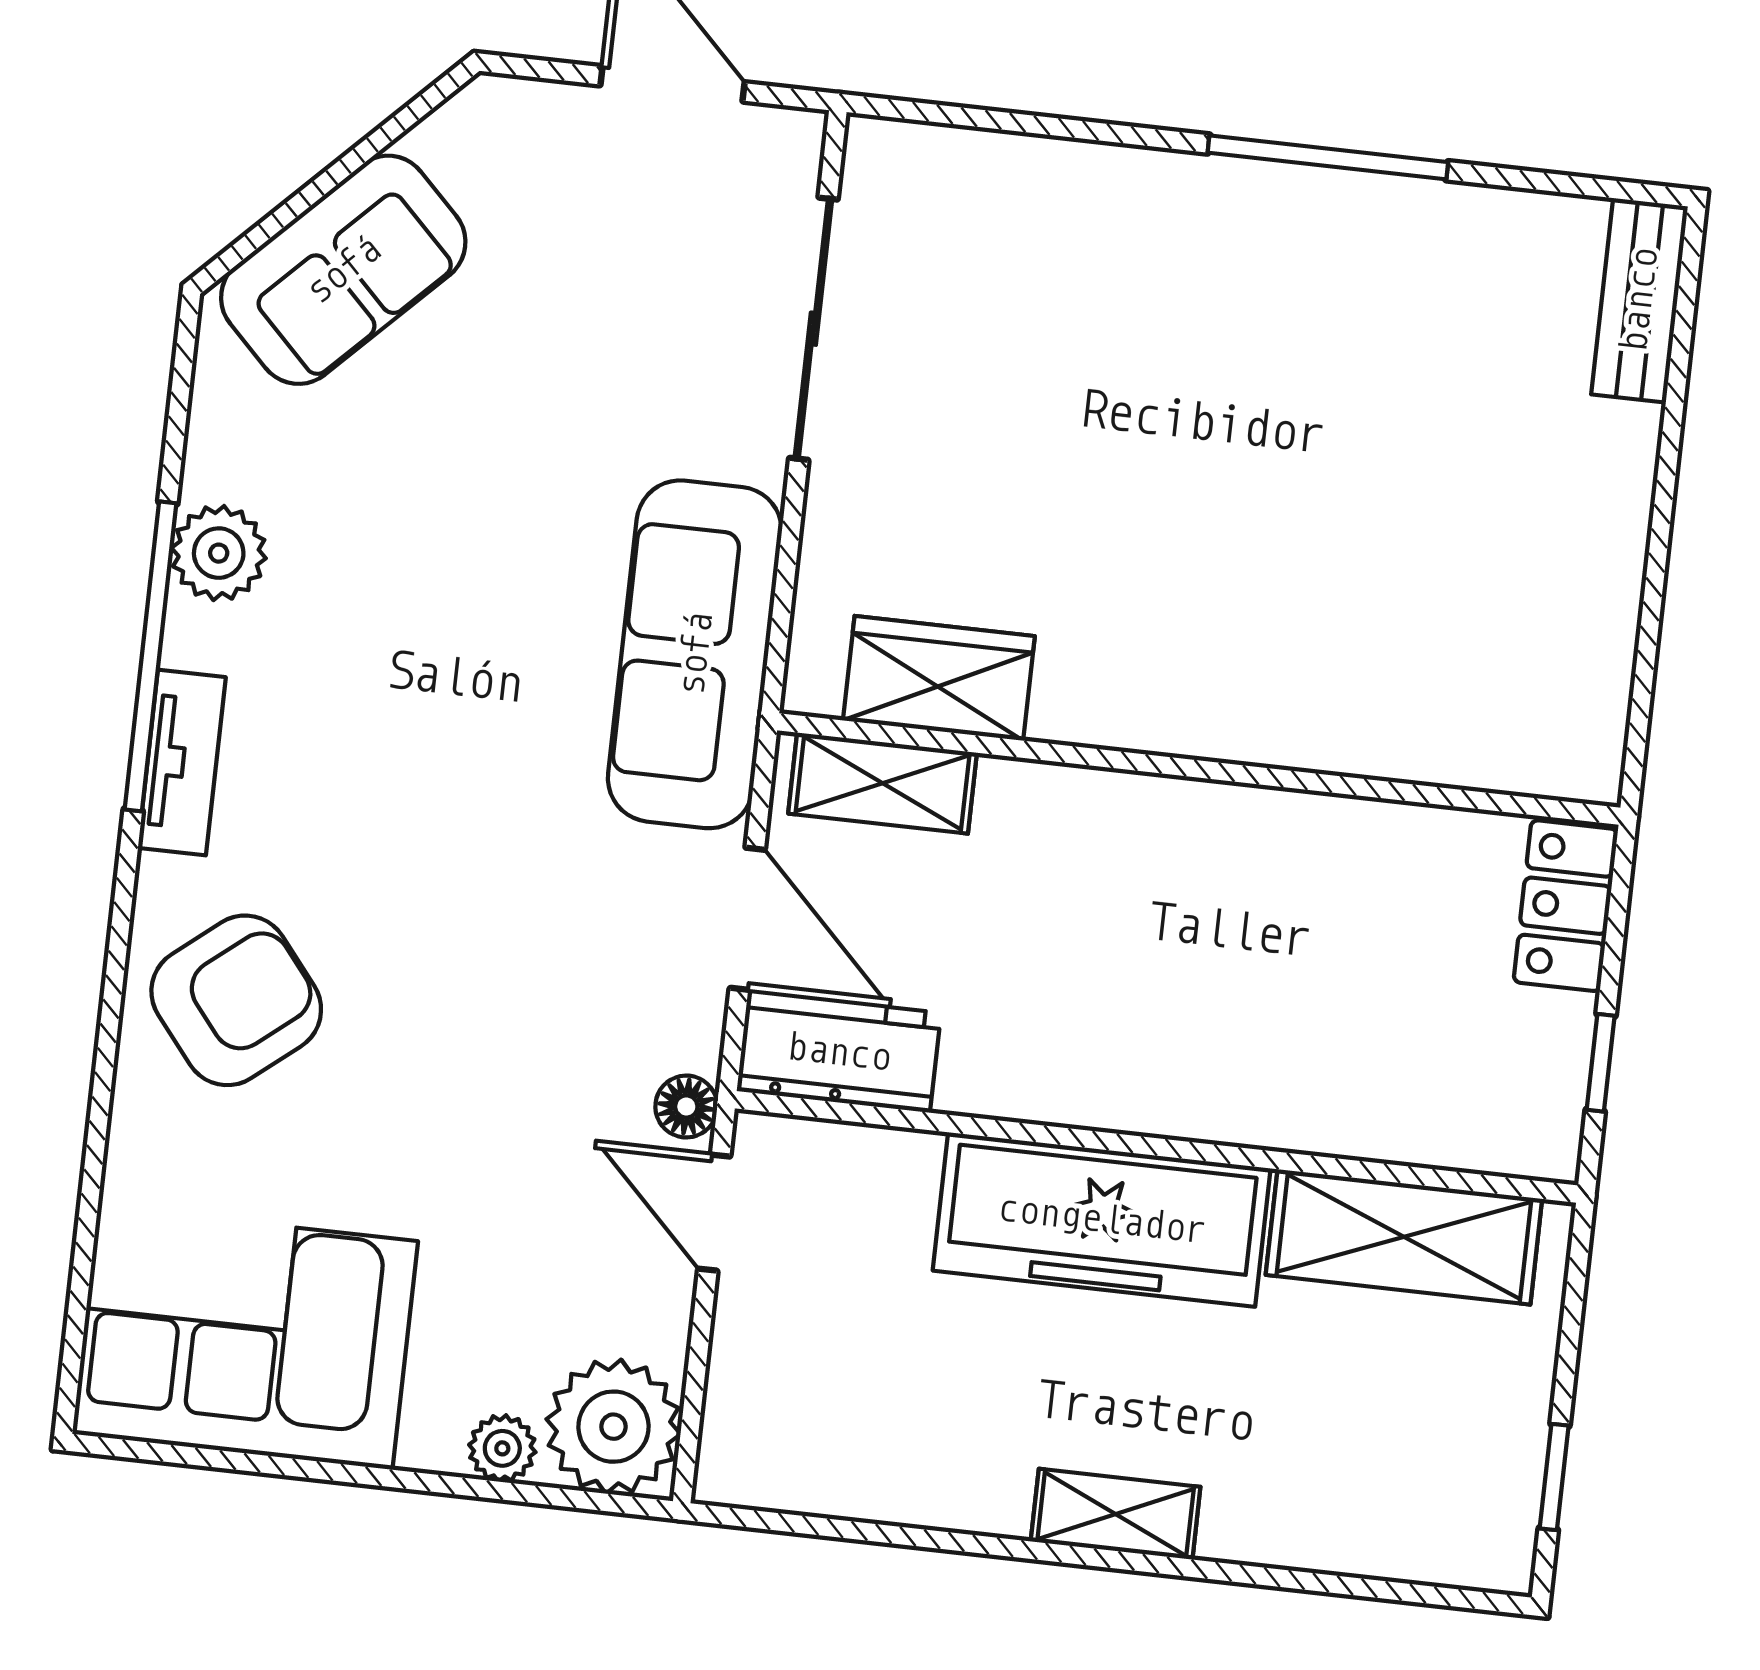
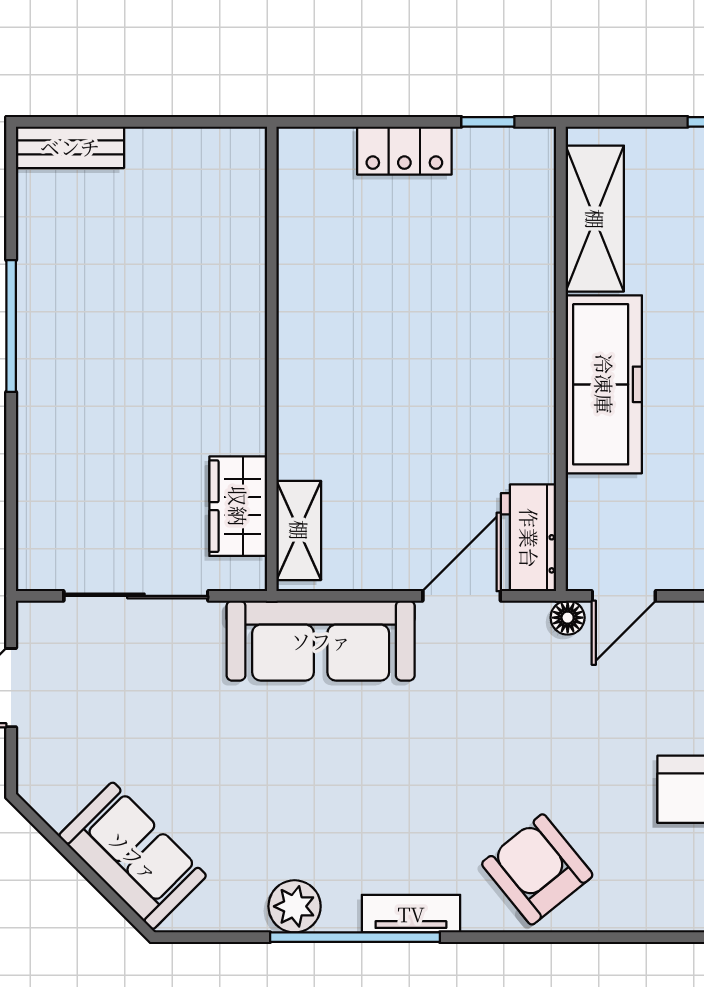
wardrobe: (939, 678) -> (238, 506), moved
wall: (1199, 769) -> (272, 359), moved
shelving: (883, 783) -> (299, 530), moved

